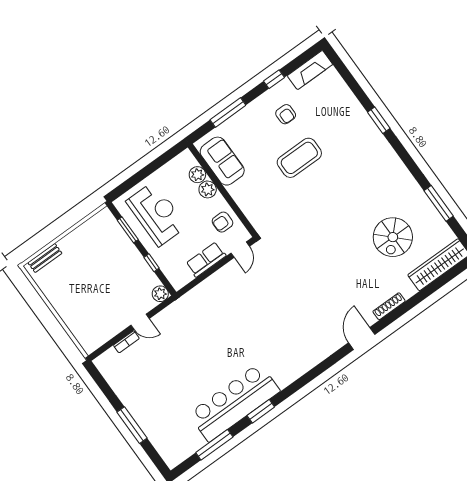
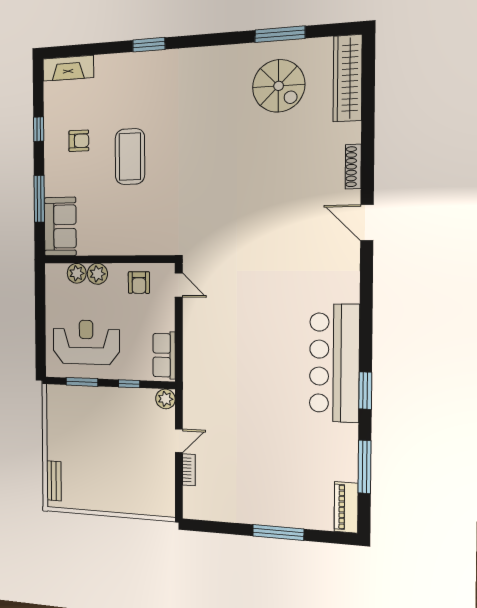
fireplace: (310, 70) -> (68, 68), moved, turned 90
sofa: (222, 161) -> (60, 227), moved, turned 90
spiral stairs: (393, 237) -> (279, 86), moved
row of seats: (206, 260) -> (164, 355), moved
bar counter: (234, 402) -> (334, 363), moved
piano: (181, 453) -> (346, 507), added

